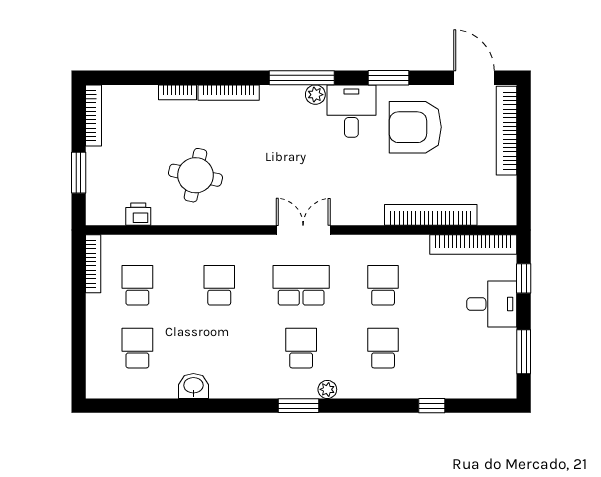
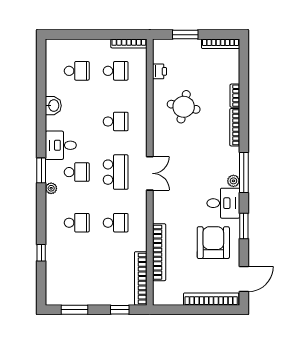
desk: (492, 304) -> (61, 145), moved, turned 90

